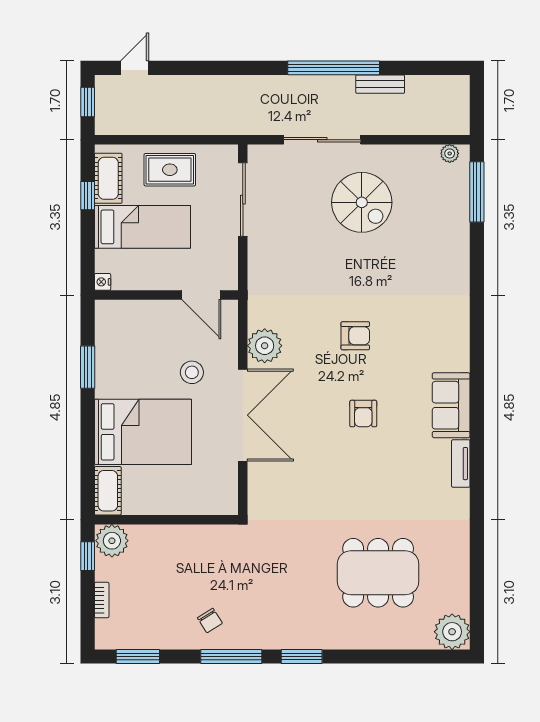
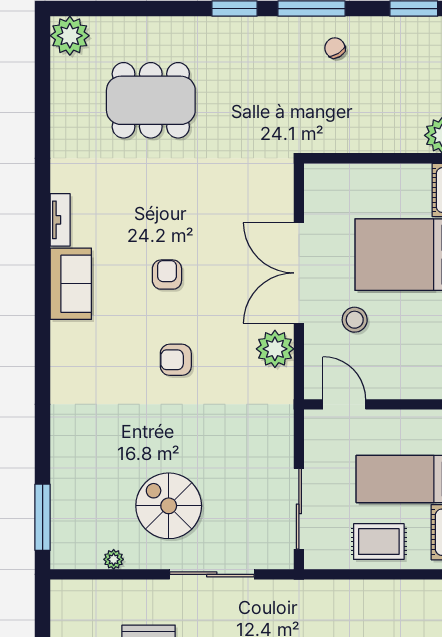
plant: (450, 153) -> (114, 559), moved

